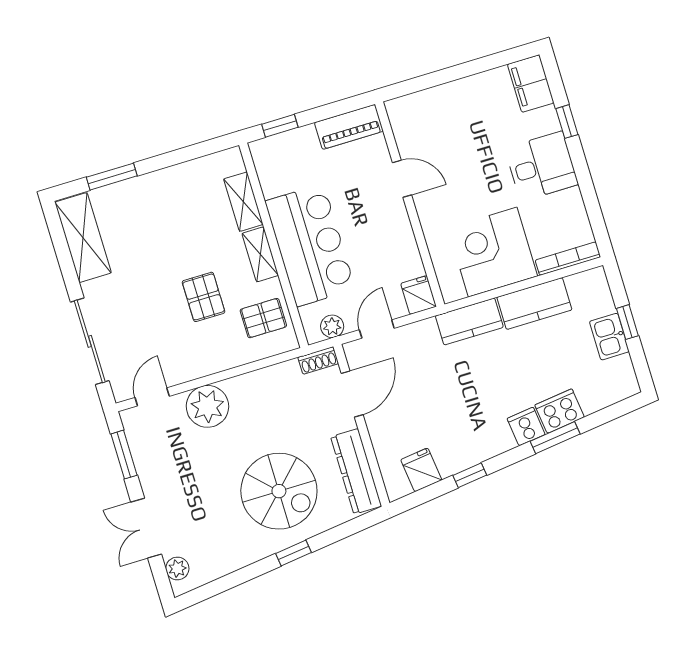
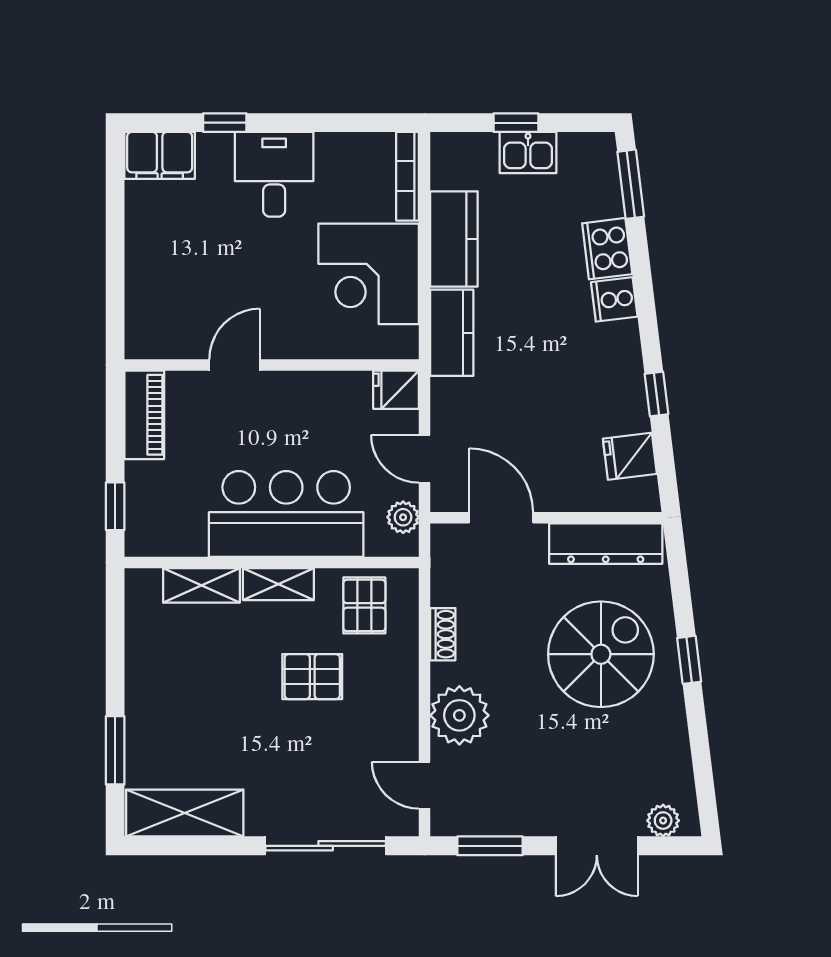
shoe rack: (318, 360) -> (443, 634), moved
window: (555, 438) -> (631, 184), moved

